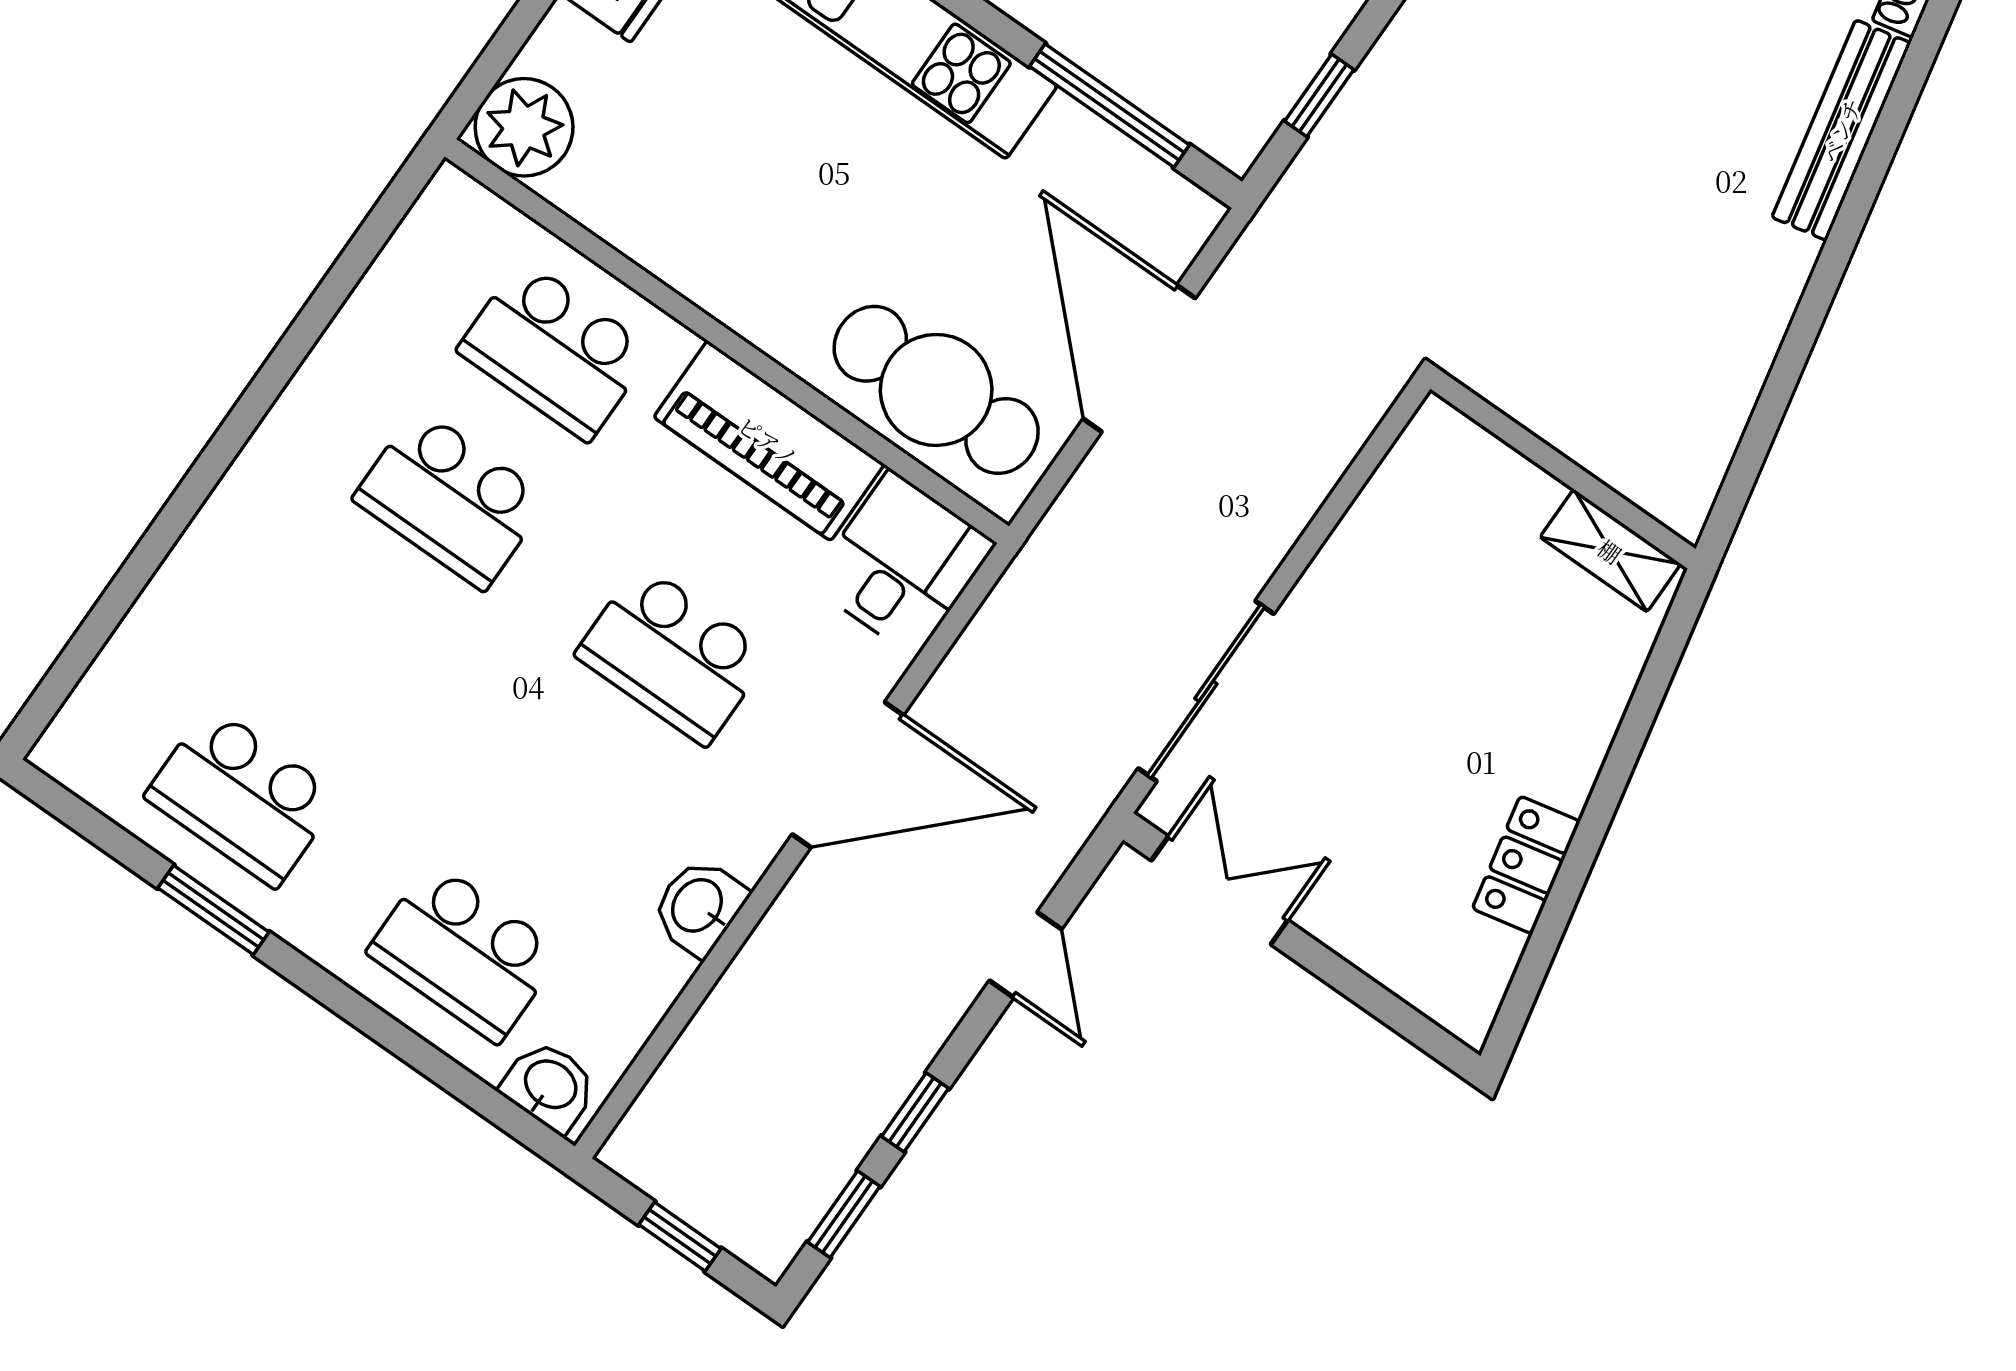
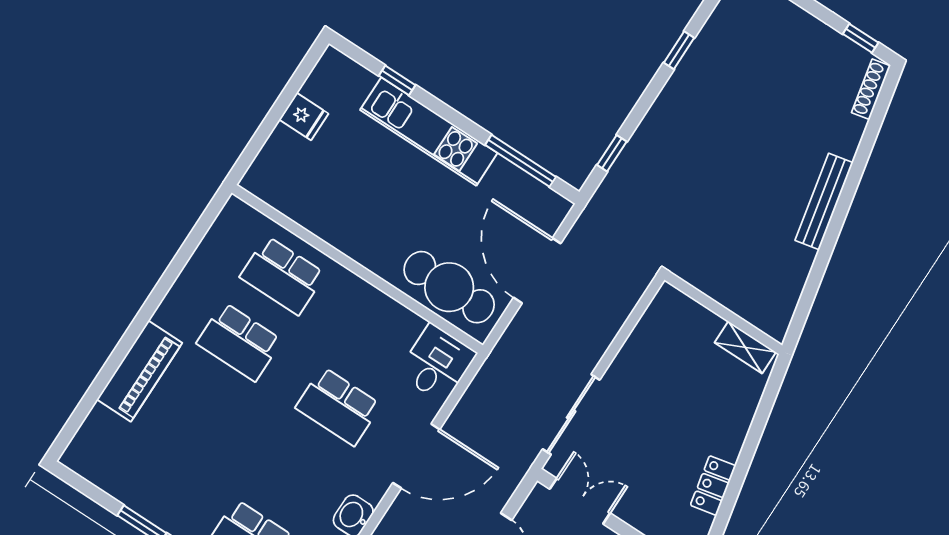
plant: (524, 127) -> (266, 179), removed
bench: (1841, 130) -> (824, 202), moved
piano: (769, 441) -> (140, 371), moved, turned -90
school desk: (242, 797) -> (153, 474), removed

